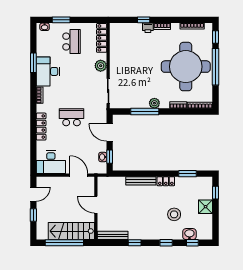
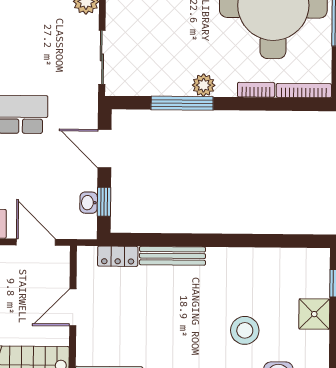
window: (187, 174) -> (275, 241), removed
locker: (166, 181) -> (118, 256), moved
door: (96, 205) -> (73, 307), hinge flipped

